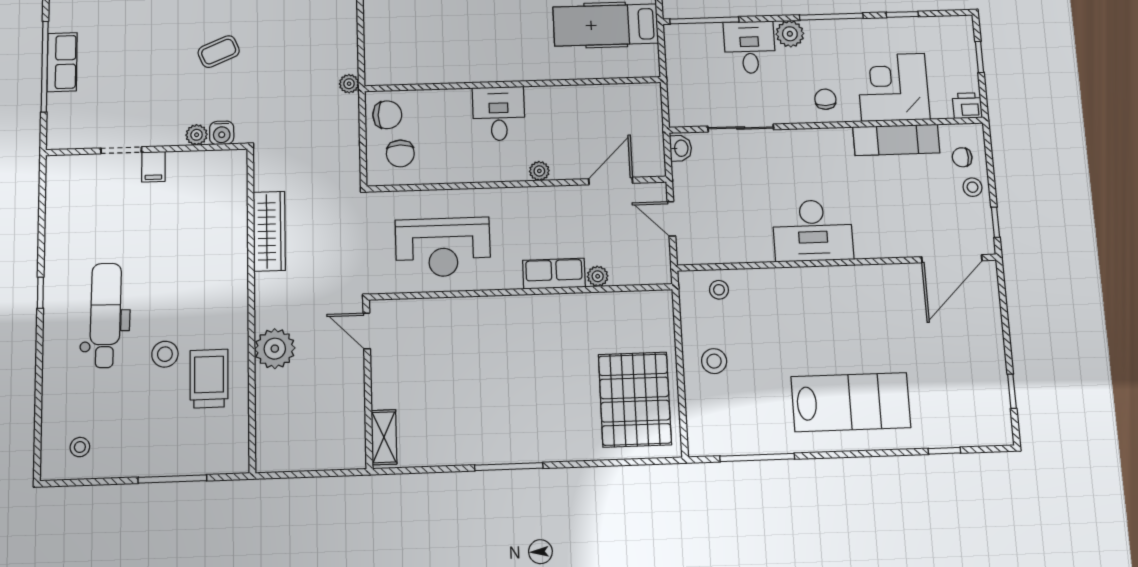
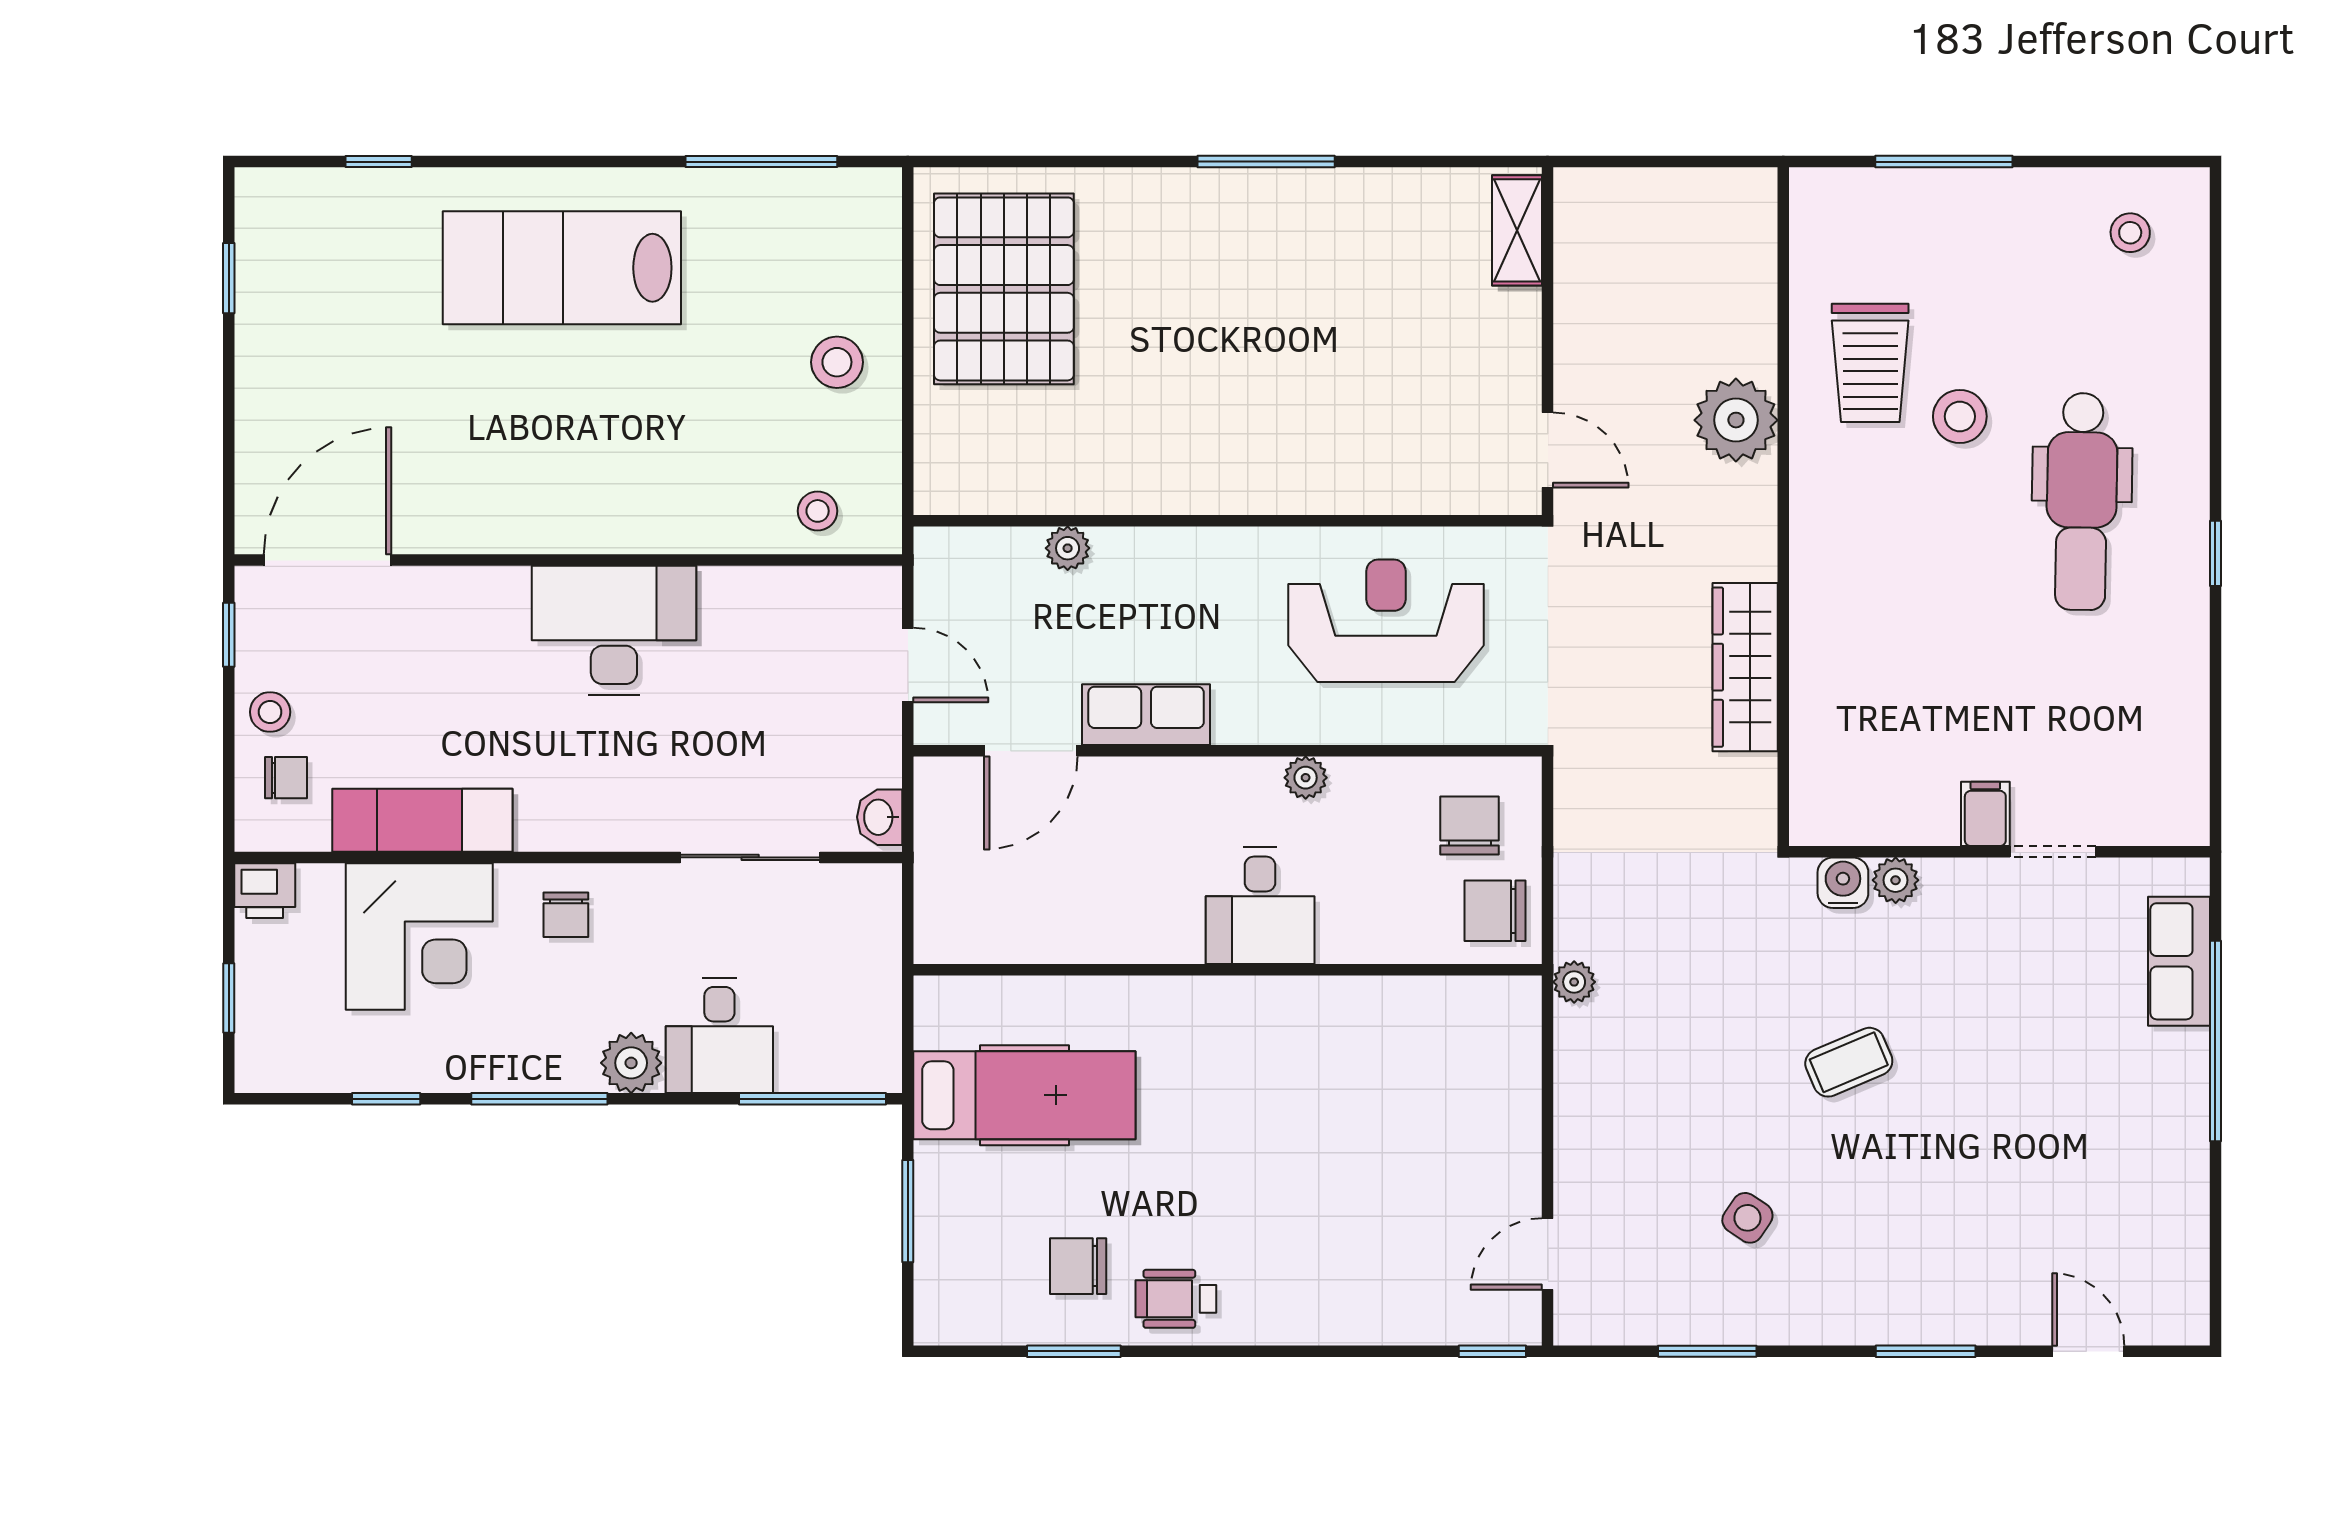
row of seats: (62, 62) -> (2179, 961), moved
plant: (539, 171) -> (1306, 778), moved
row of seats: (554, 274) -> (1146, 715), moved, turned 180

